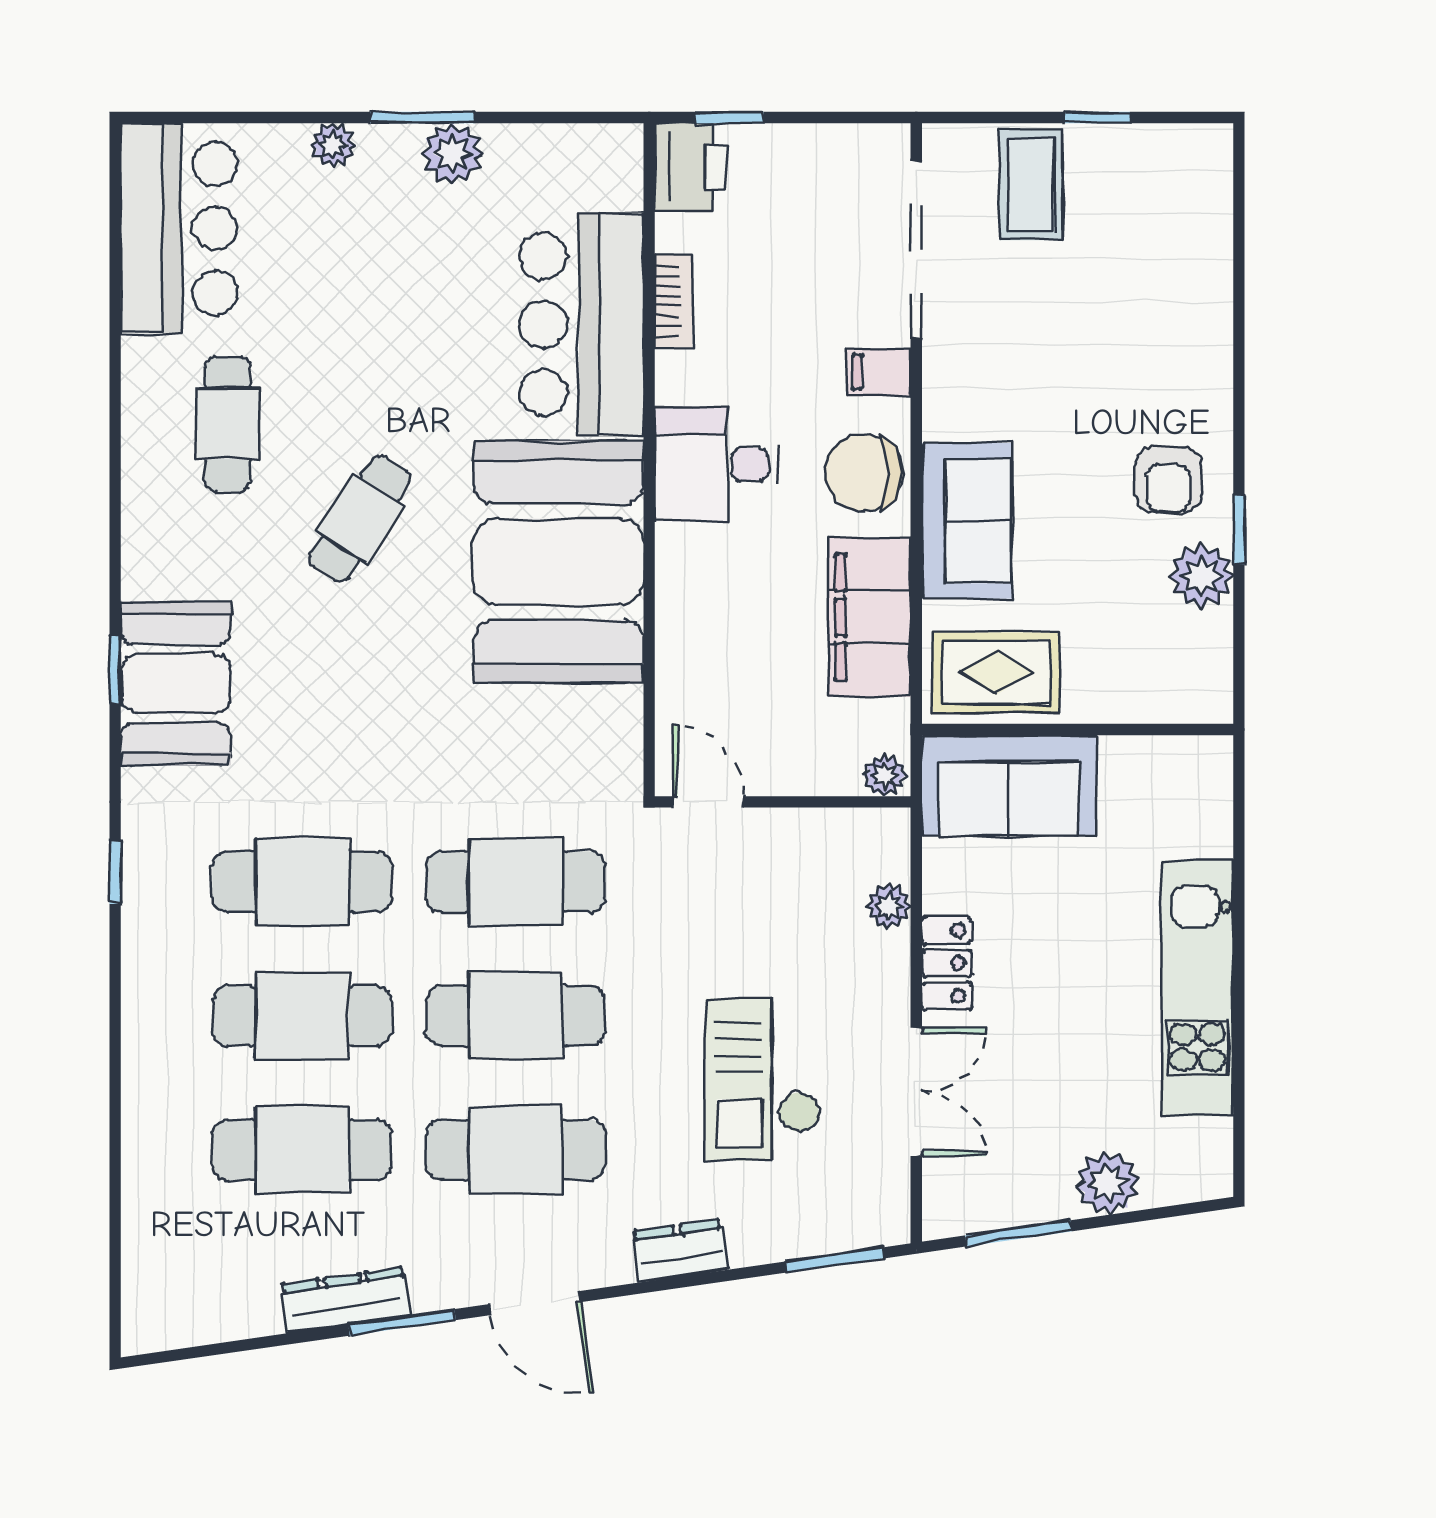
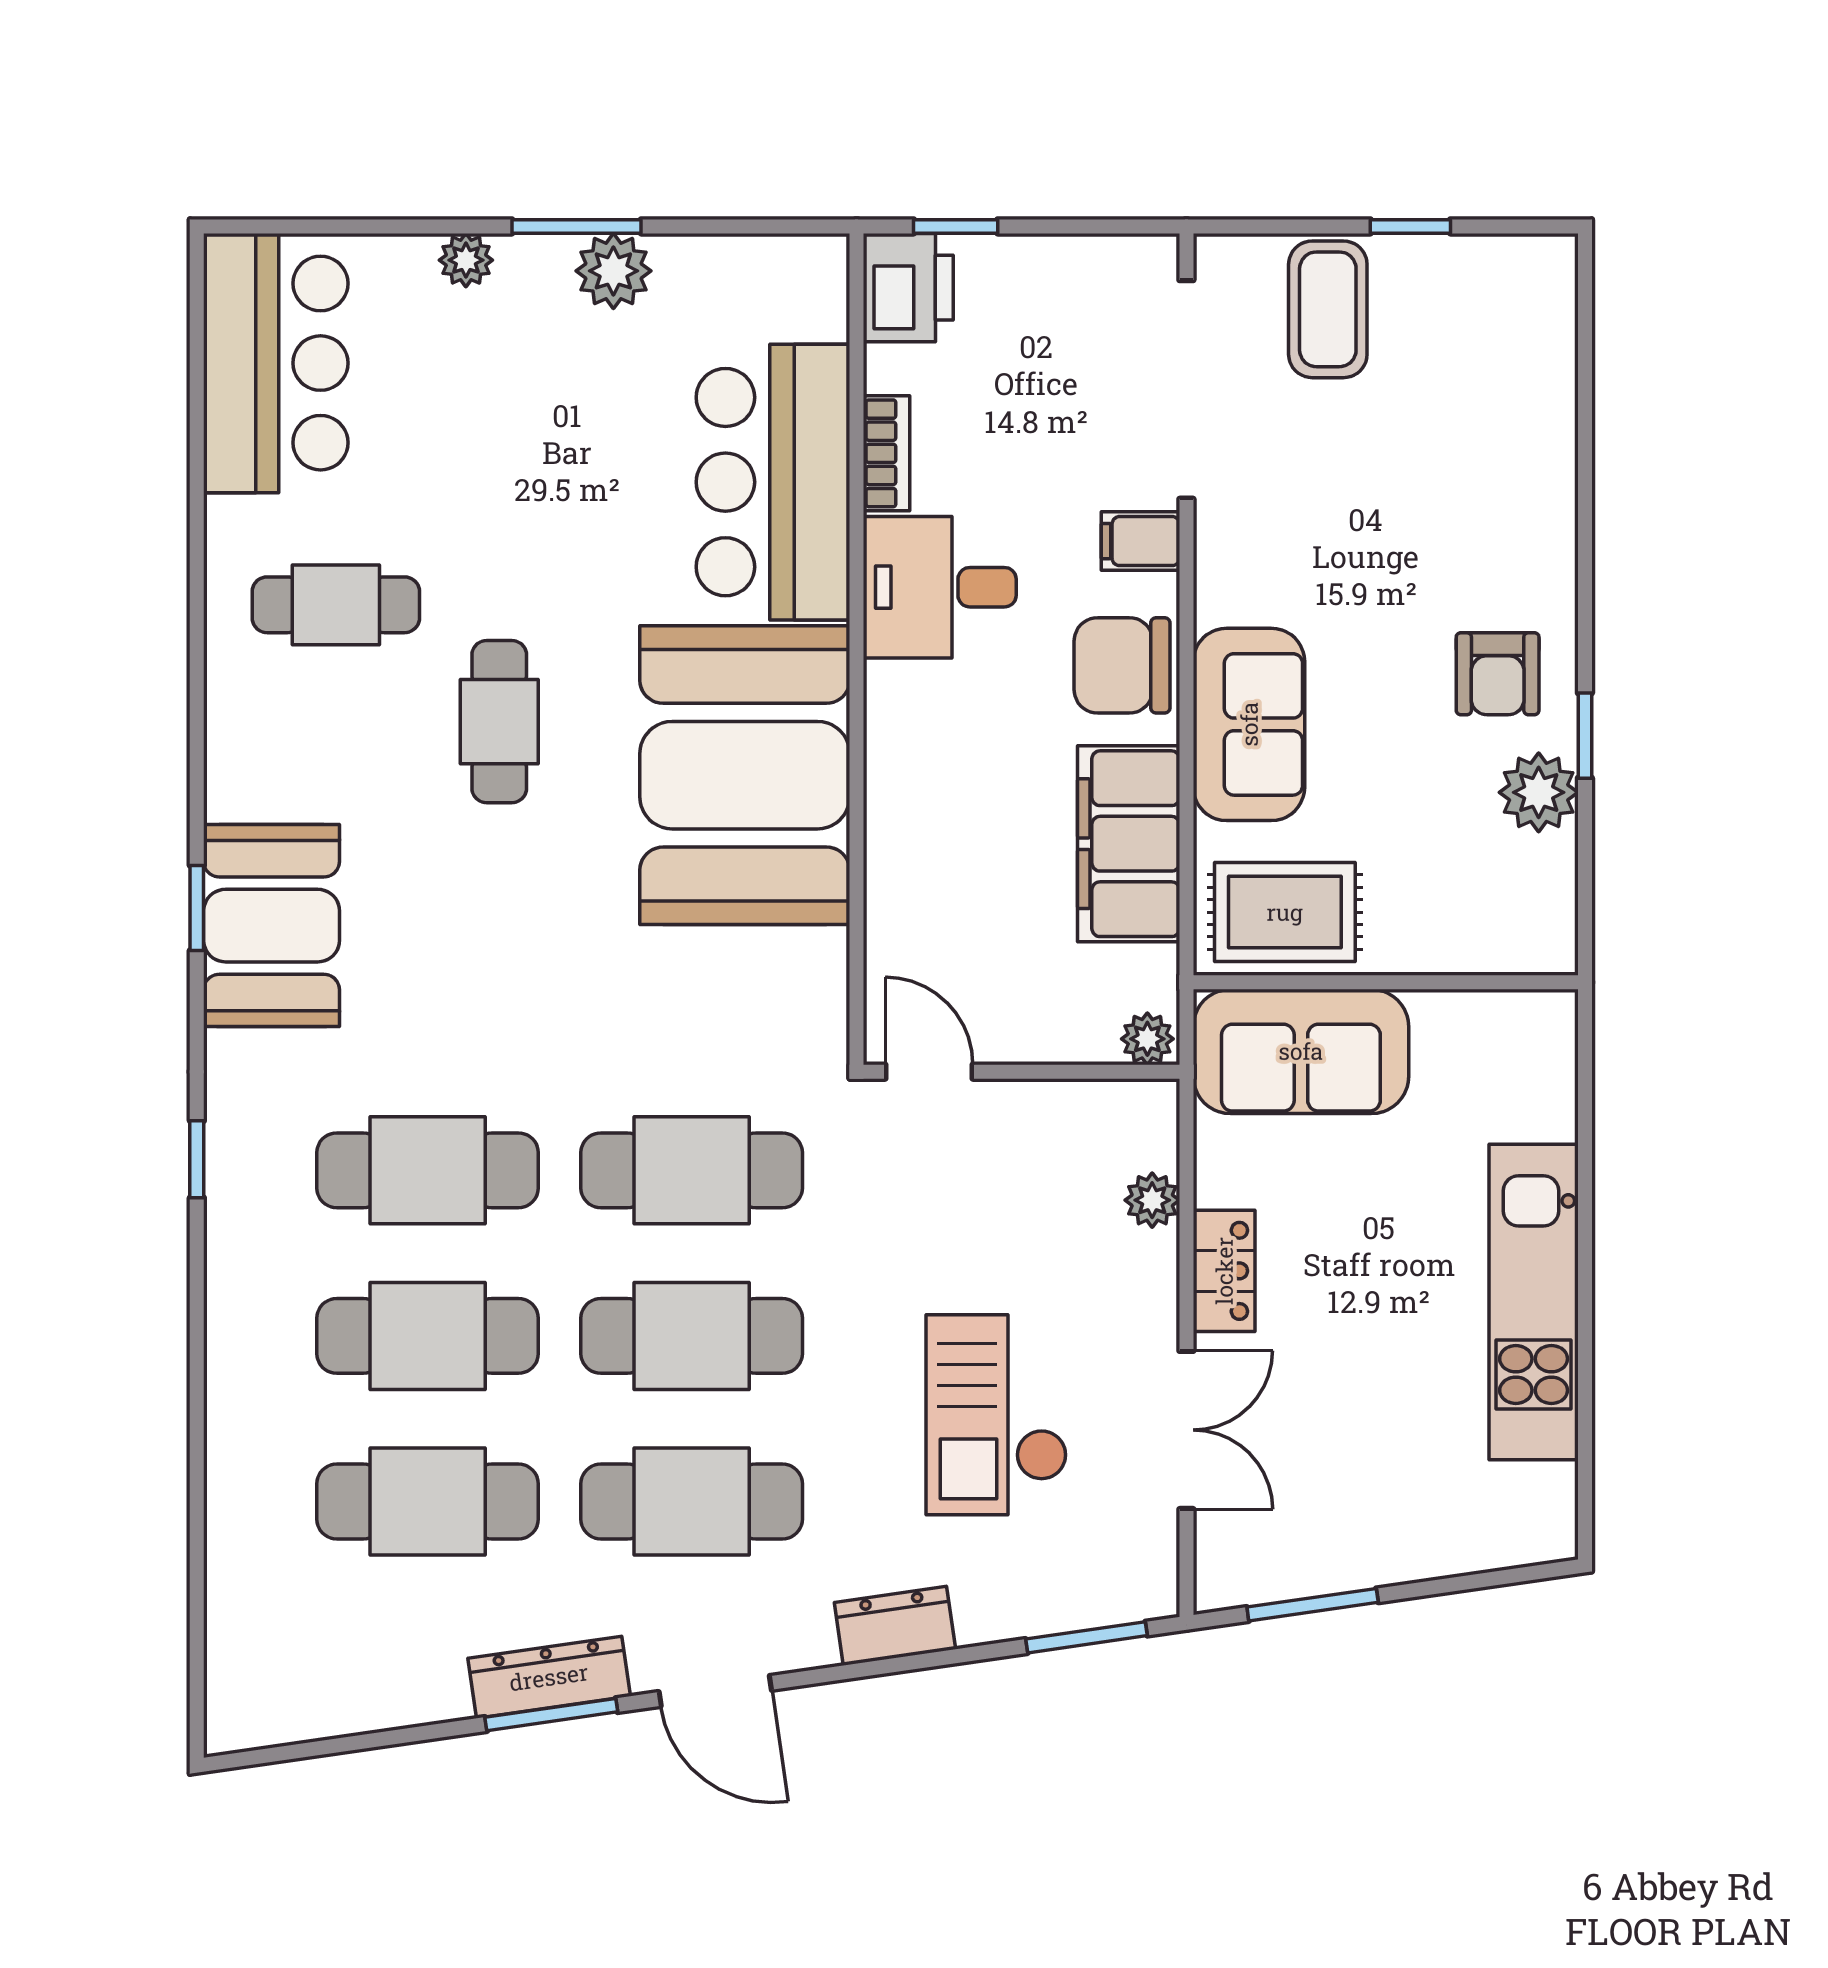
cafe table: (228, 424) -> (336, 605), turned 90
desk: (717, 464) -> (940, 587), moved
cafe table: (360, 518) -> (499, 722), turned -33
plant: (1108, 1183) -> (1423, 1542), removed
dresser: (345, 1300) -> (549, 1677), moved

